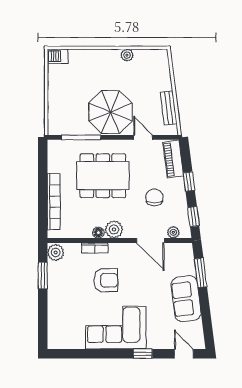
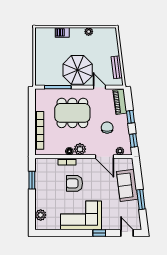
barbecue: (58, 56) -> (62, 32), moved
plant: (56, 252) -> (41, 215), moved
window: (201, 273) -> (141, 199), moved
armchair: (106, 280) -> (74, 183), turned 180
sofa: (186, 299) -> (127, 185), moved

